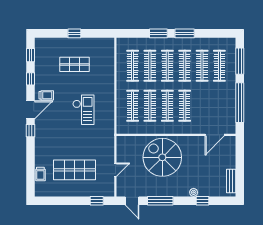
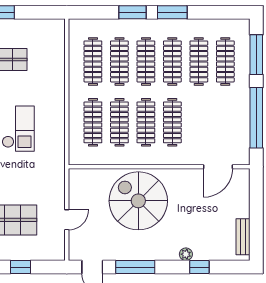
window: (97, 201) -> (21, 267), moved

